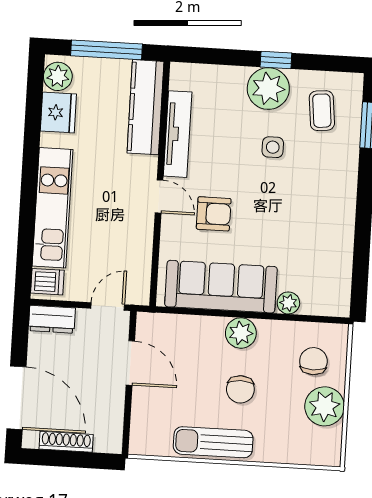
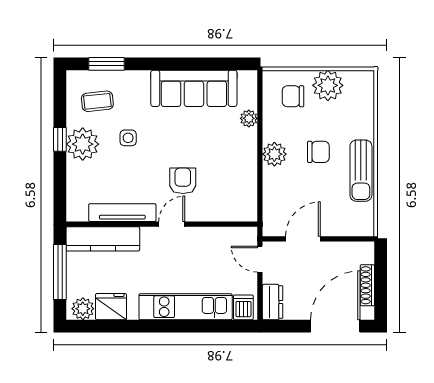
sofa: (221, 287) -> (194, 88), moved, turned -90

